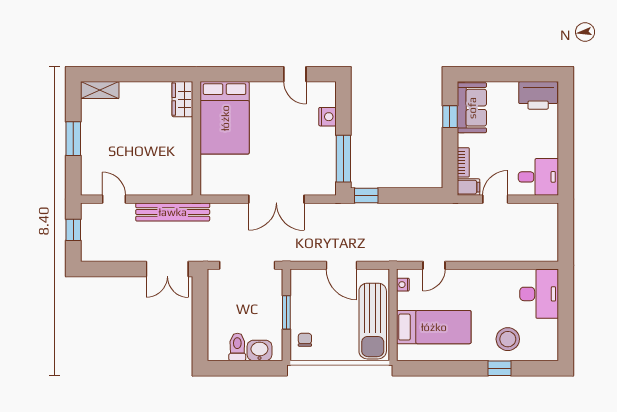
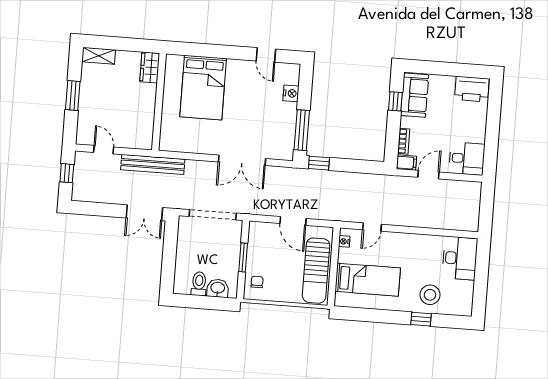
wardrobe: (182, 99) -> (150, 67), moved
wall: (196, 138) -> (159, 102), moved

